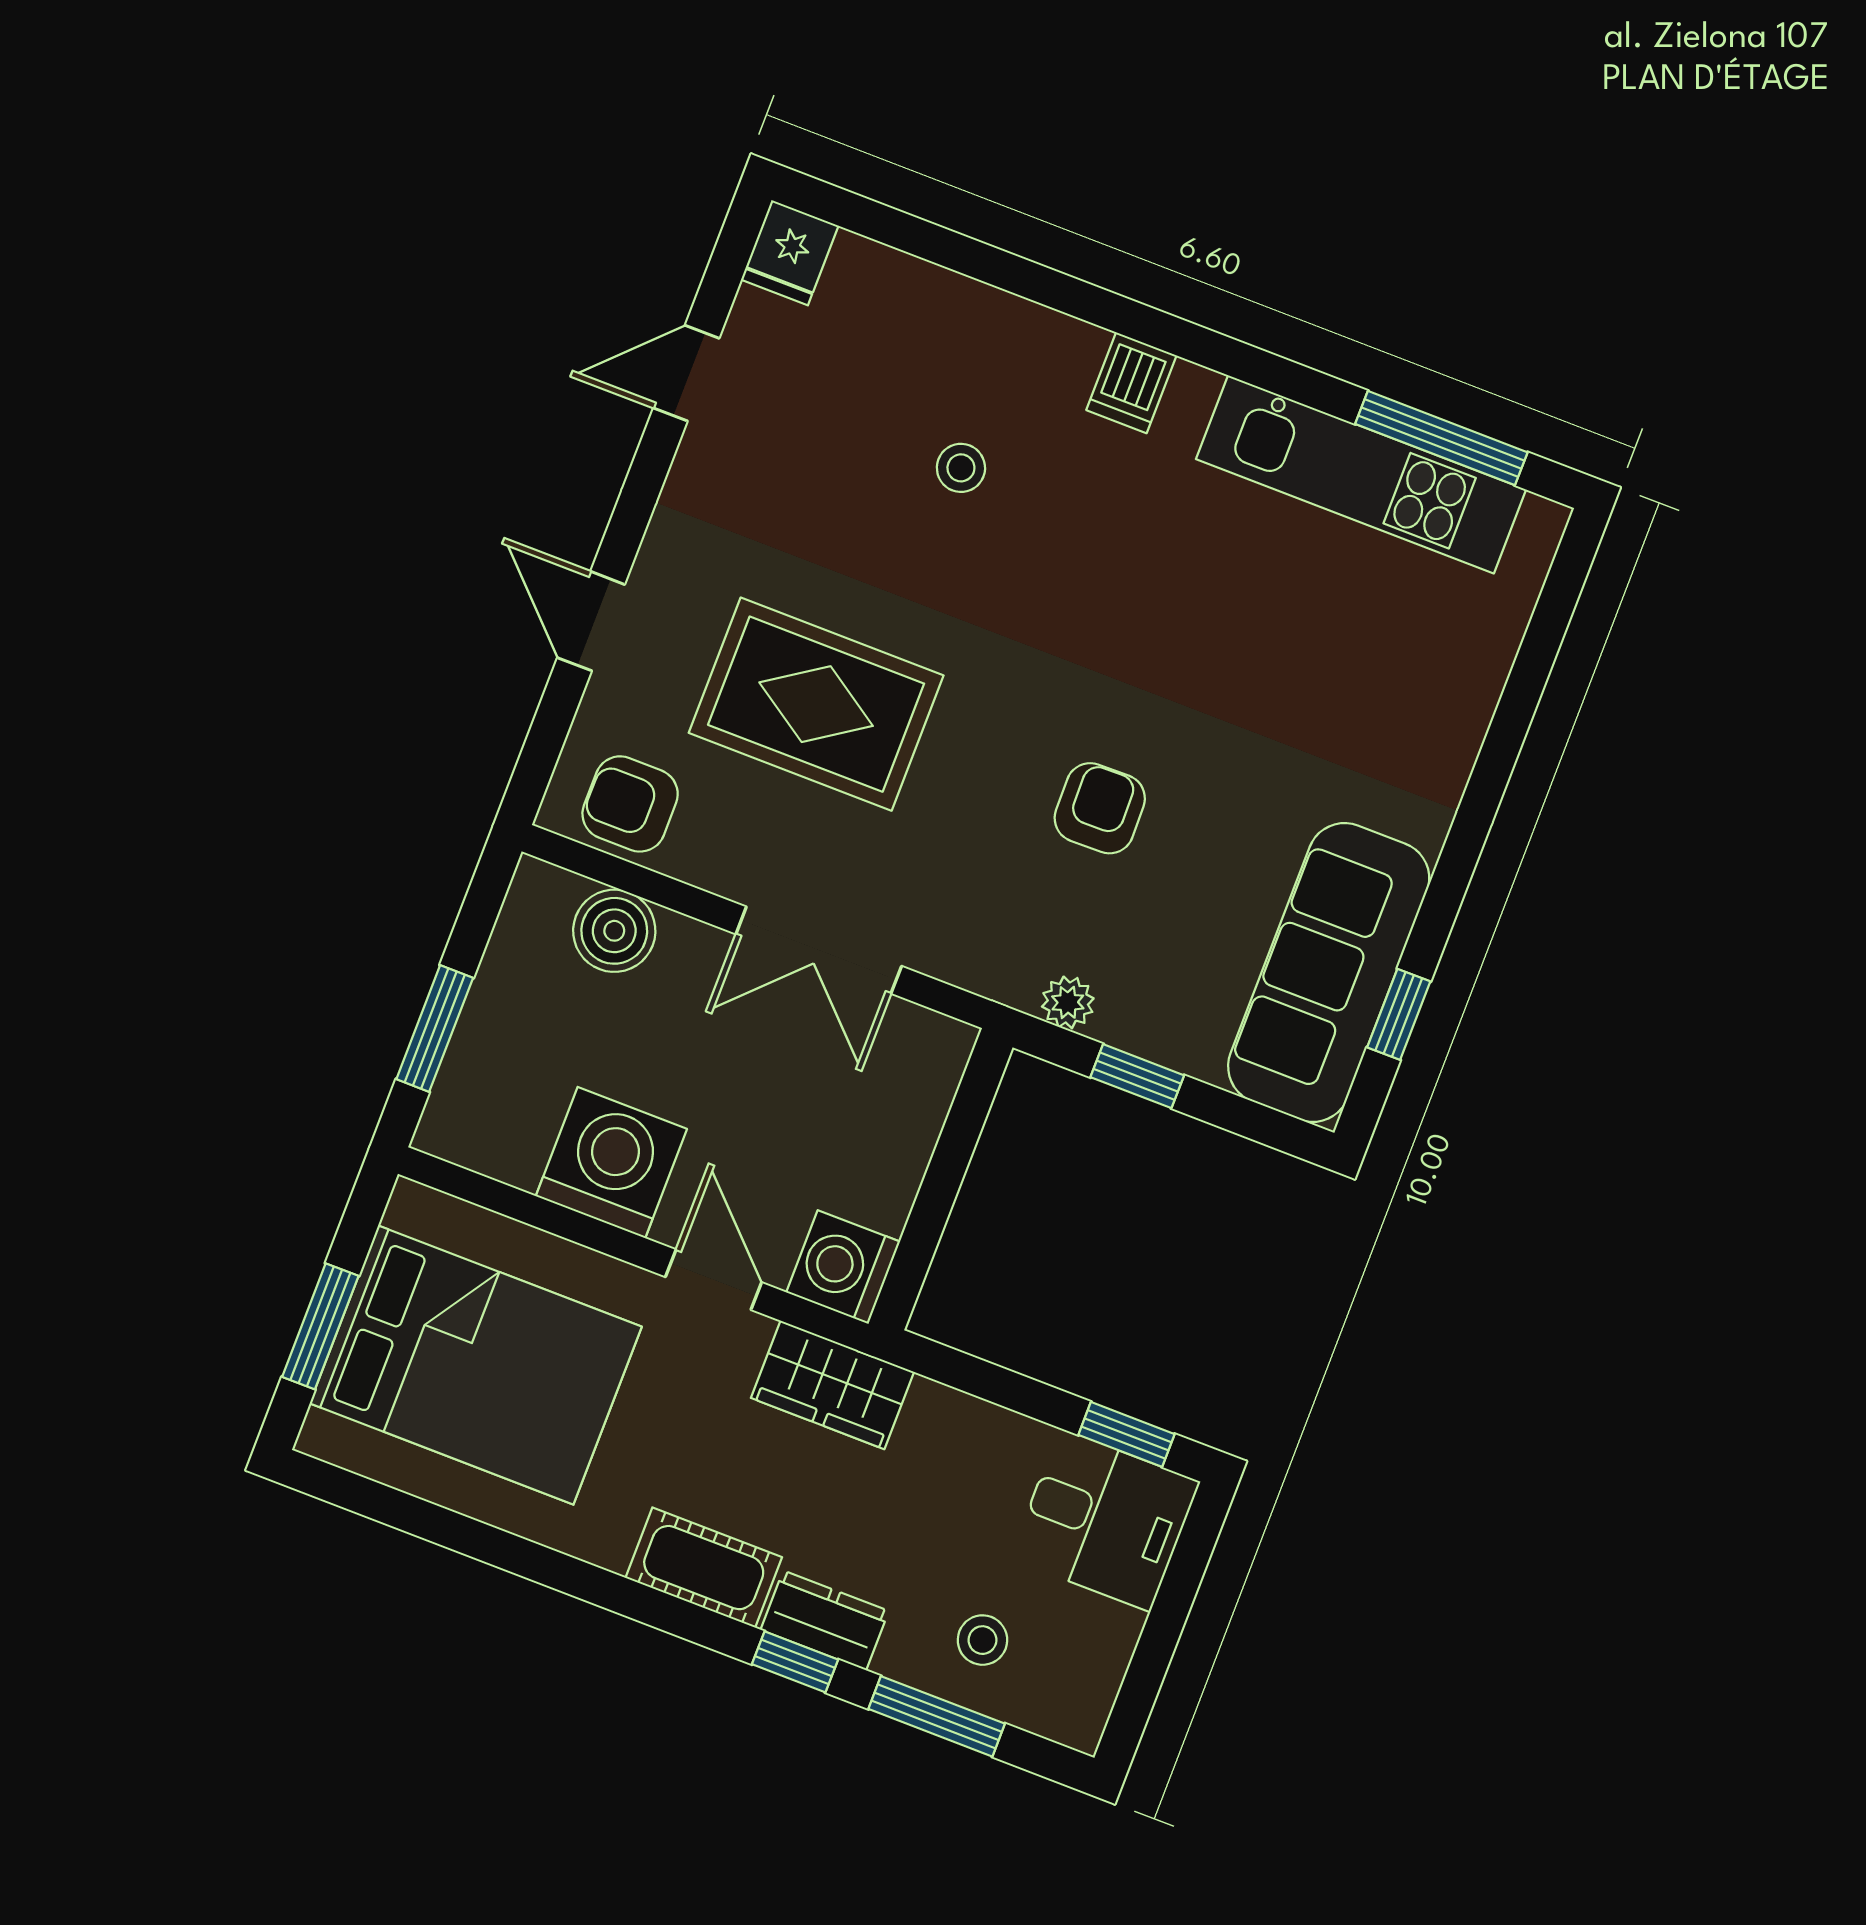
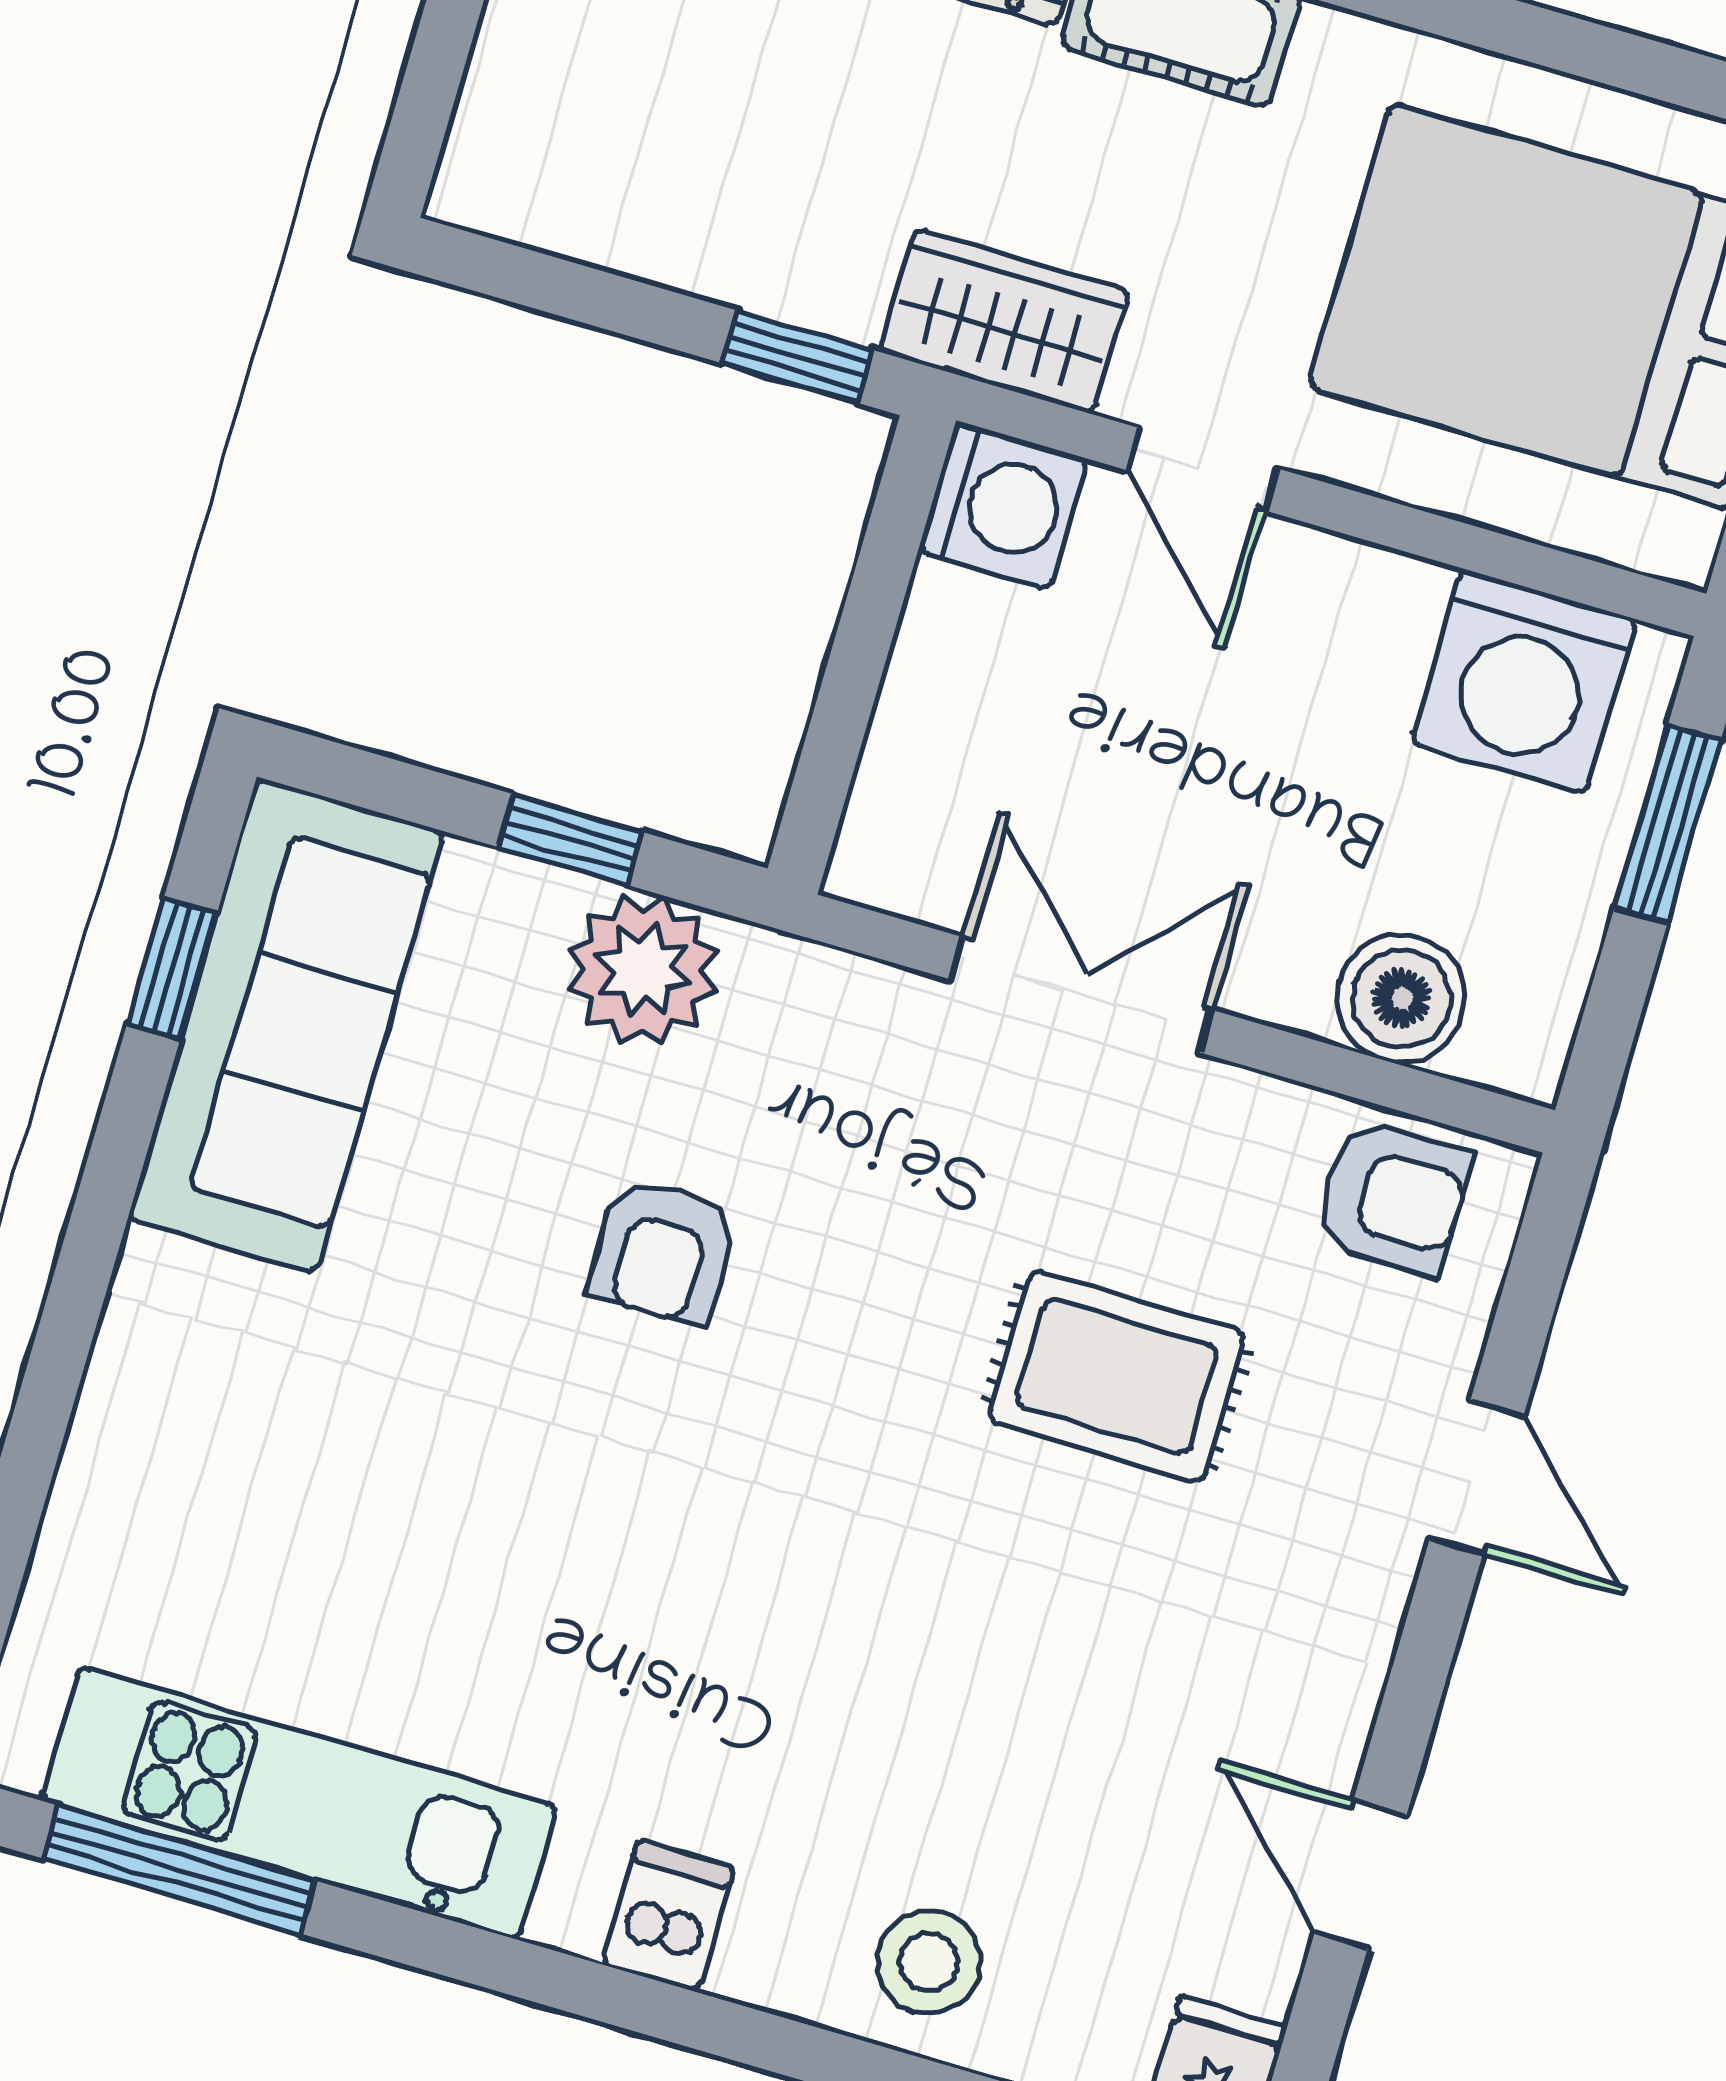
door: (686, 373) -> (1361, 1874), swing flipped
stool: (961, 468) -> (929, 1962), moved, width x1.37, depth x1.37
rug: (816, 704) -> (1117, 1376), width x0.73, depth x0.70
plant: (1068, 1002) -> (643, 970), width x1.88, depth x1.88
washing machine: (611, 1163) -> (1523, 681), moved
window: (1127, 1434) -> (798, 357), moved
desk: (1105, 1520) -> (564, 146), removed

